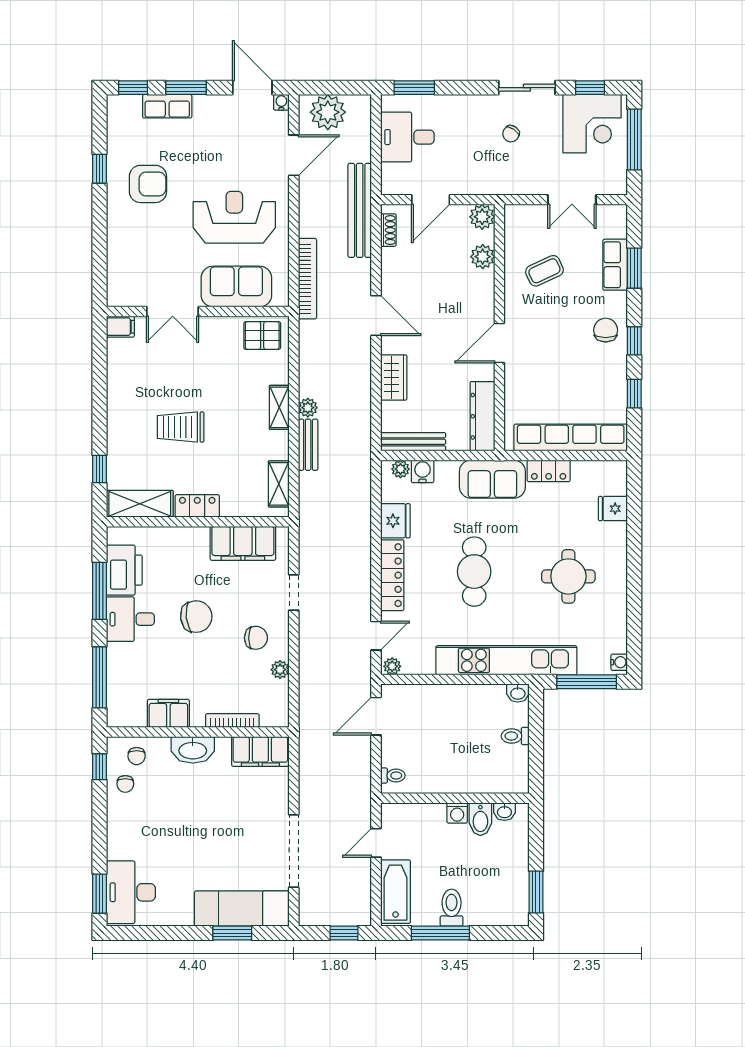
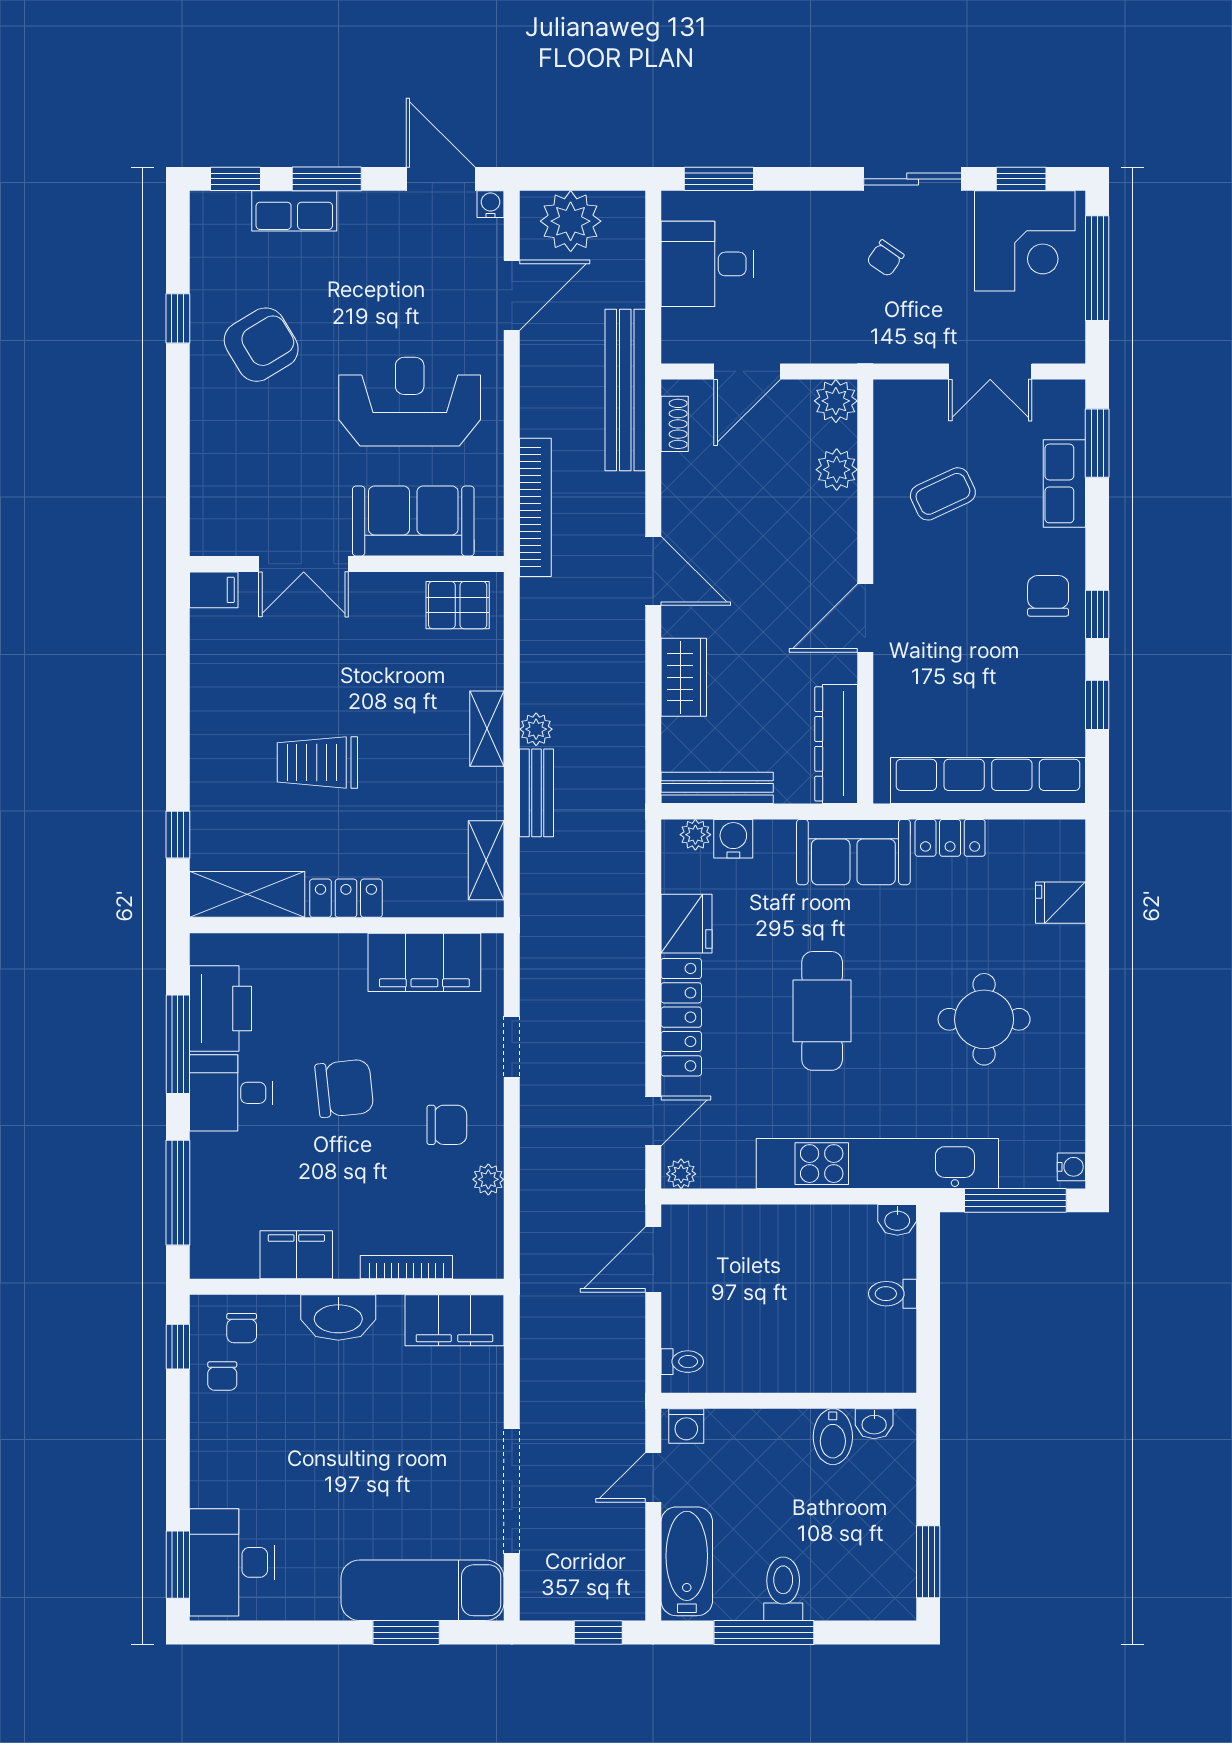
armchair: (148, 184) -> (261, 345), turned -31
window: (634, 268) -> (1097, 443), moved
washing machine: (457, 813) -> (686, 1426), moved

